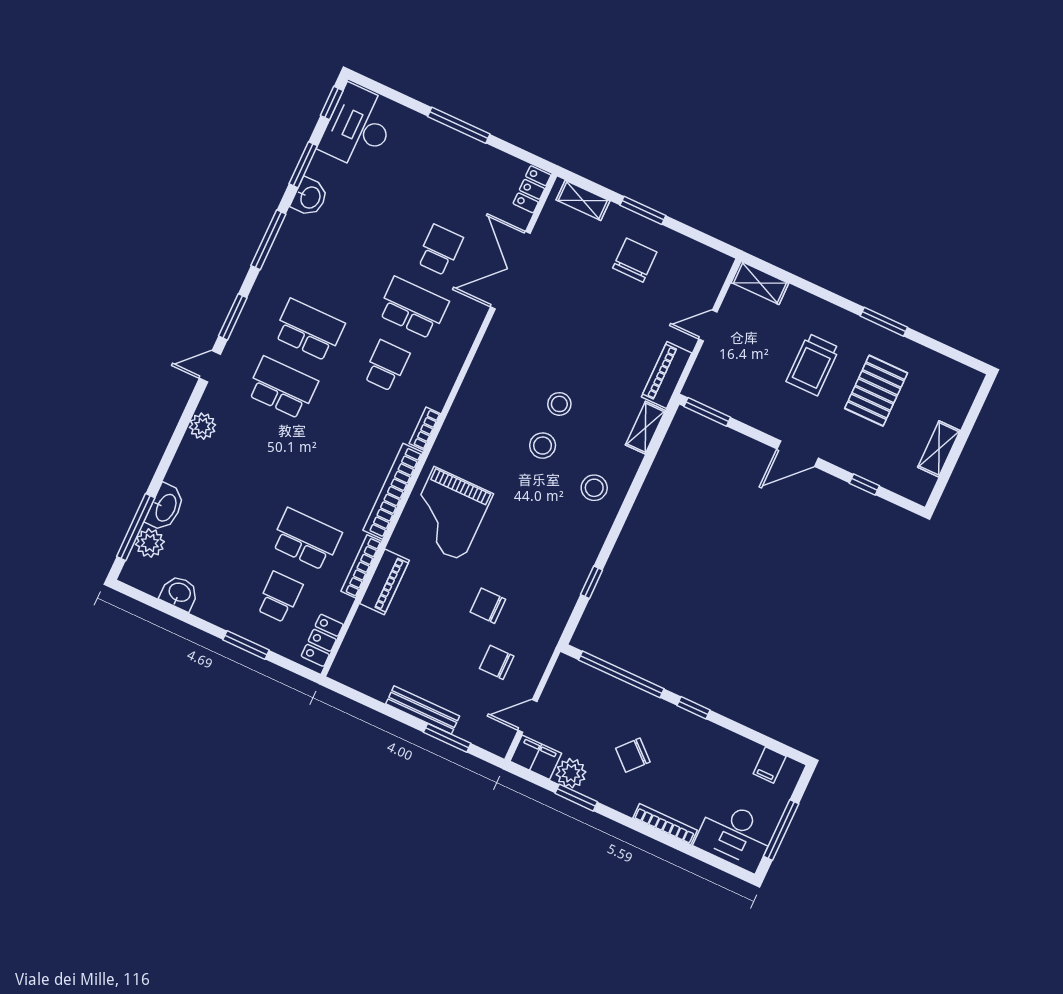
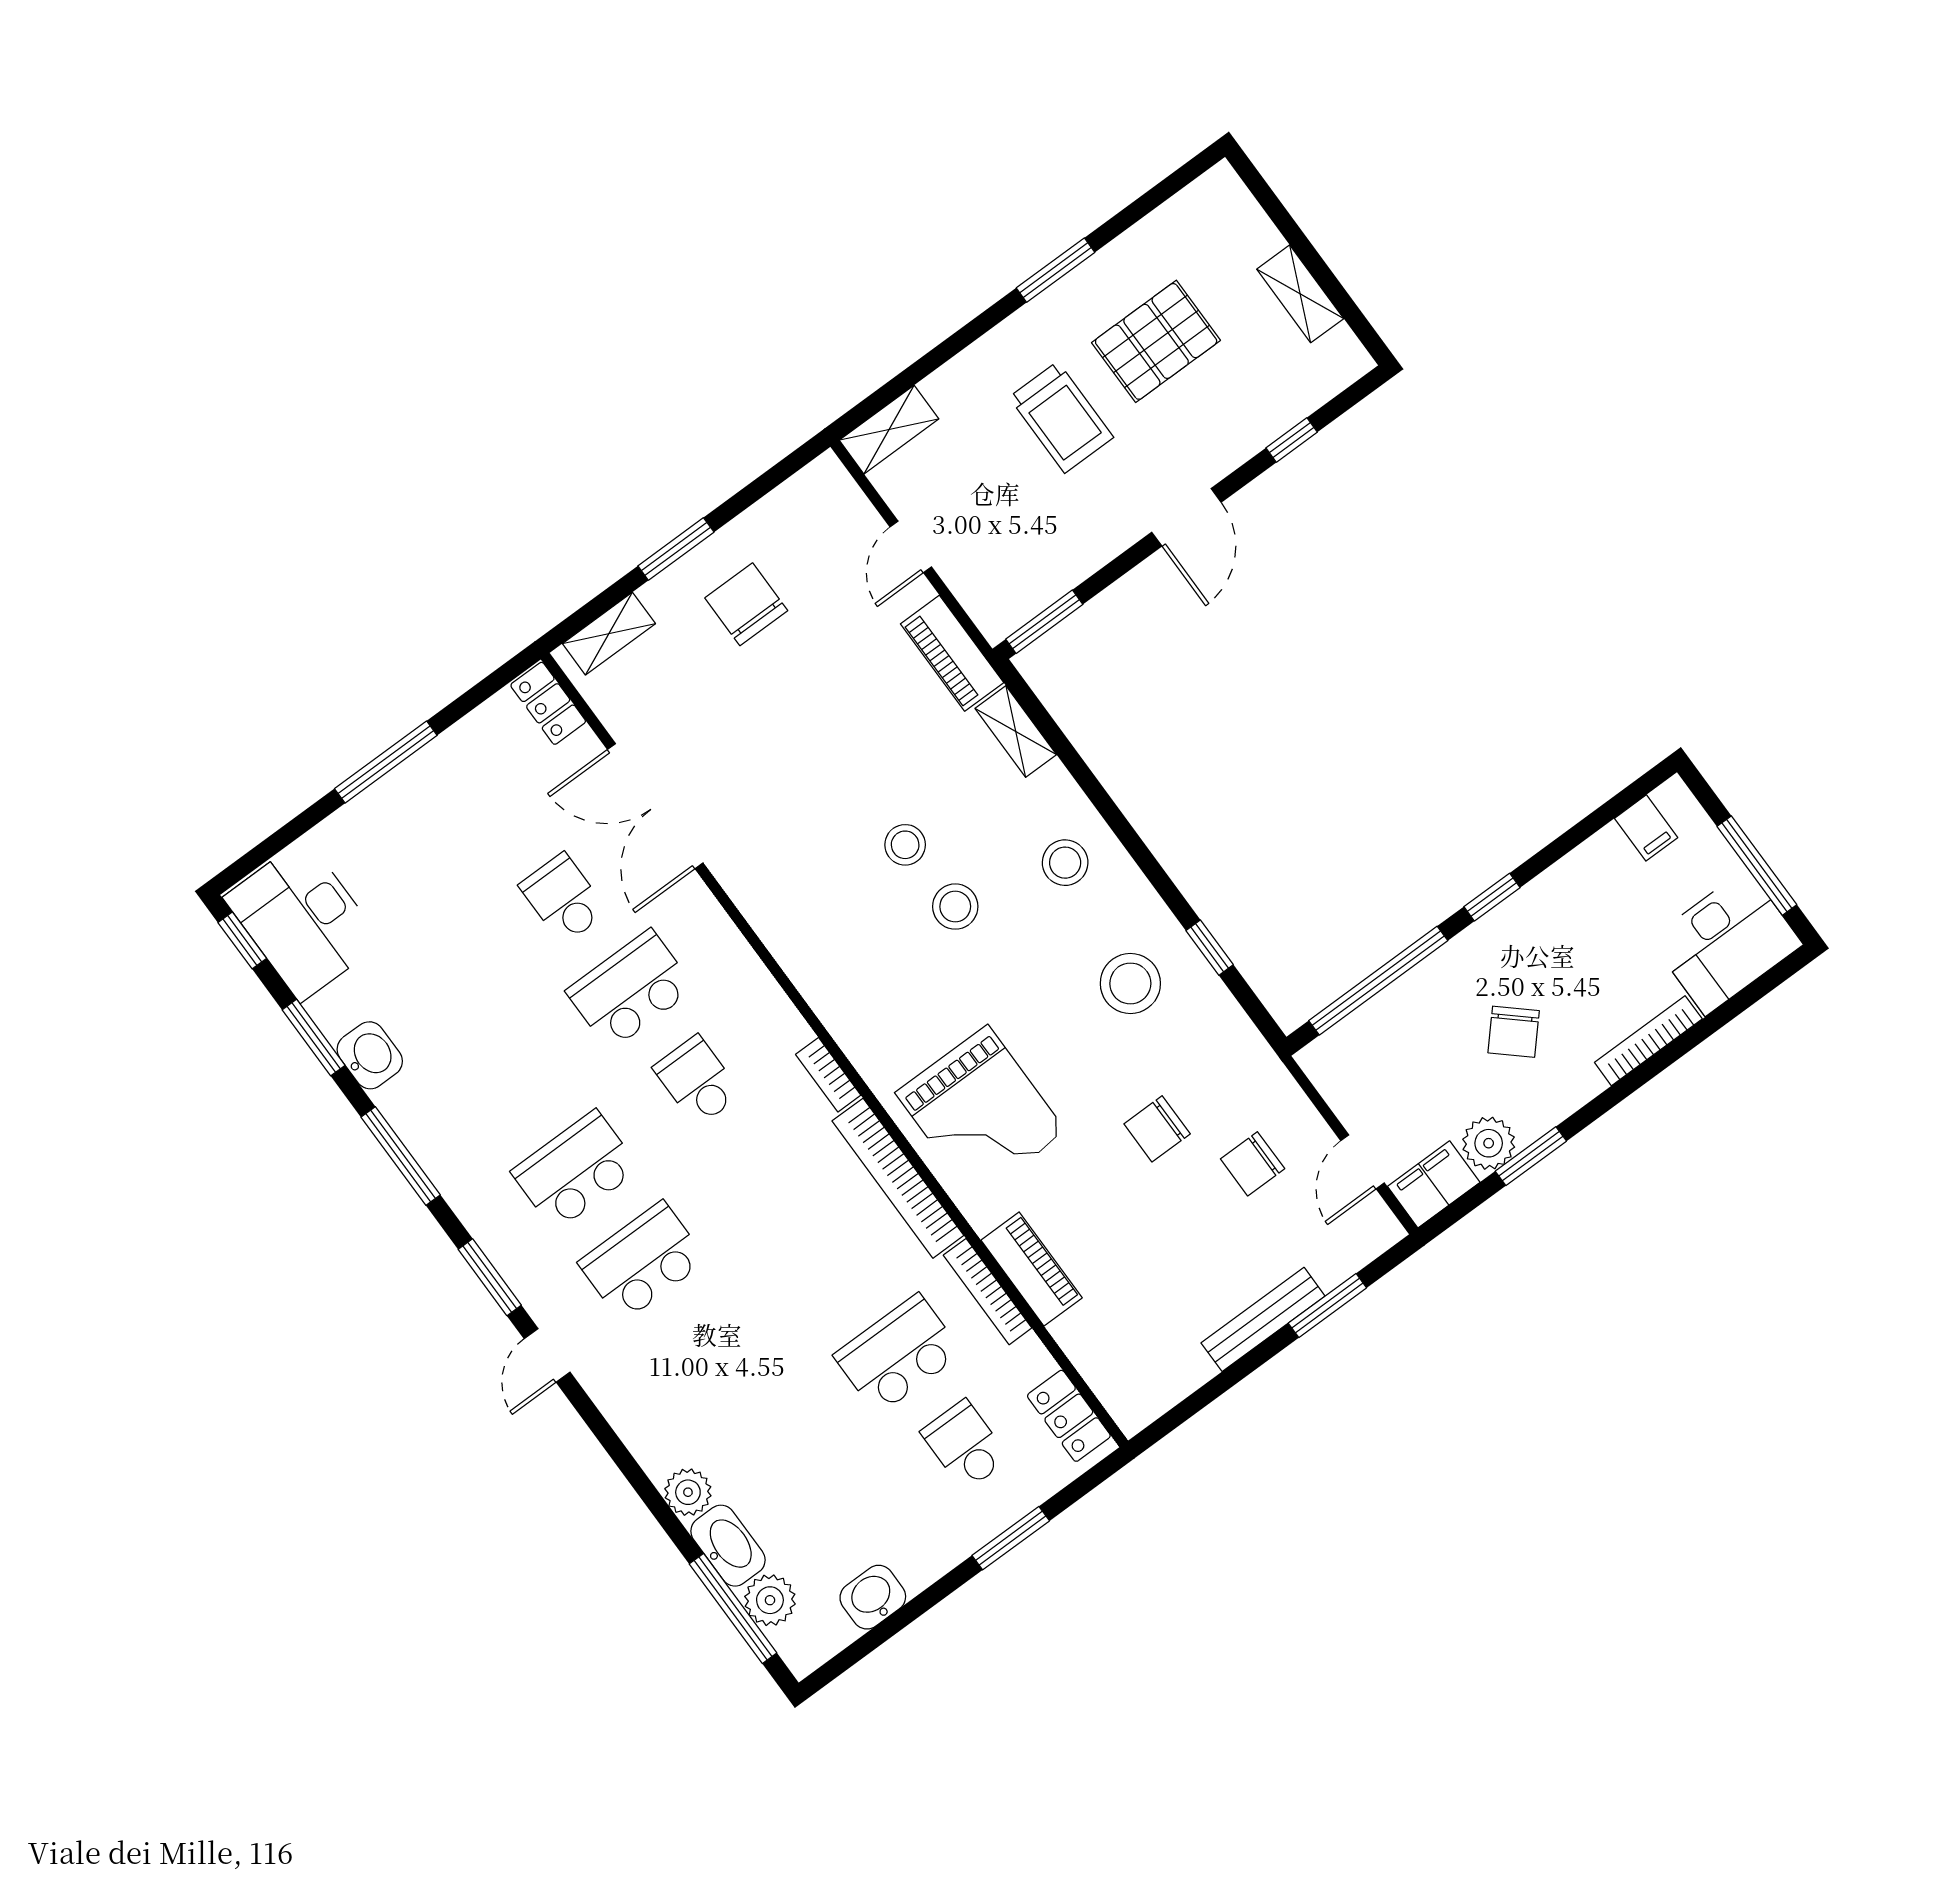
pallet: (876, 391) -> (1156, 341), turned 90
plant: (203, 426) -> (688, 1492), moved
stool: (552, 553) -> (1130, 983), added

